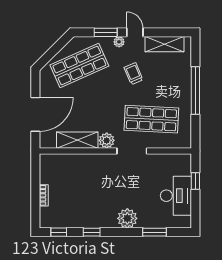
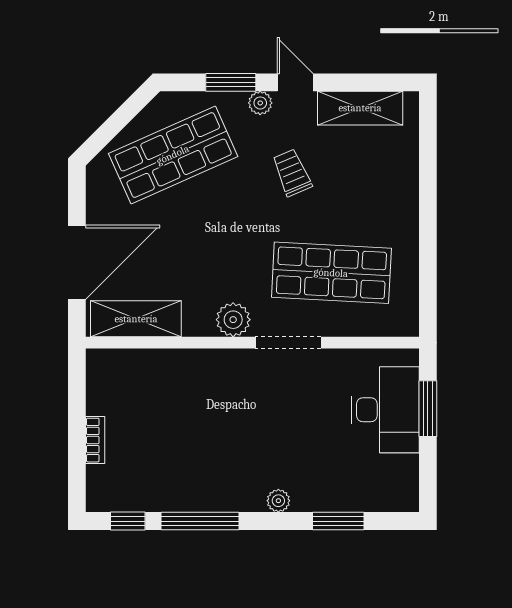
window: (195, 91) -> (428, 210), removed
shelving: (77, 140) -> (136, 319), moved
window: (195, 181) -> (428, 409), width x1.50
desk: (176, 196) -> (385, 410), moved
plant: (127, 218) -> (278, 501), width x0.53, depth x0.53
window: (92, 232) -> (200, 521), width x2.17

